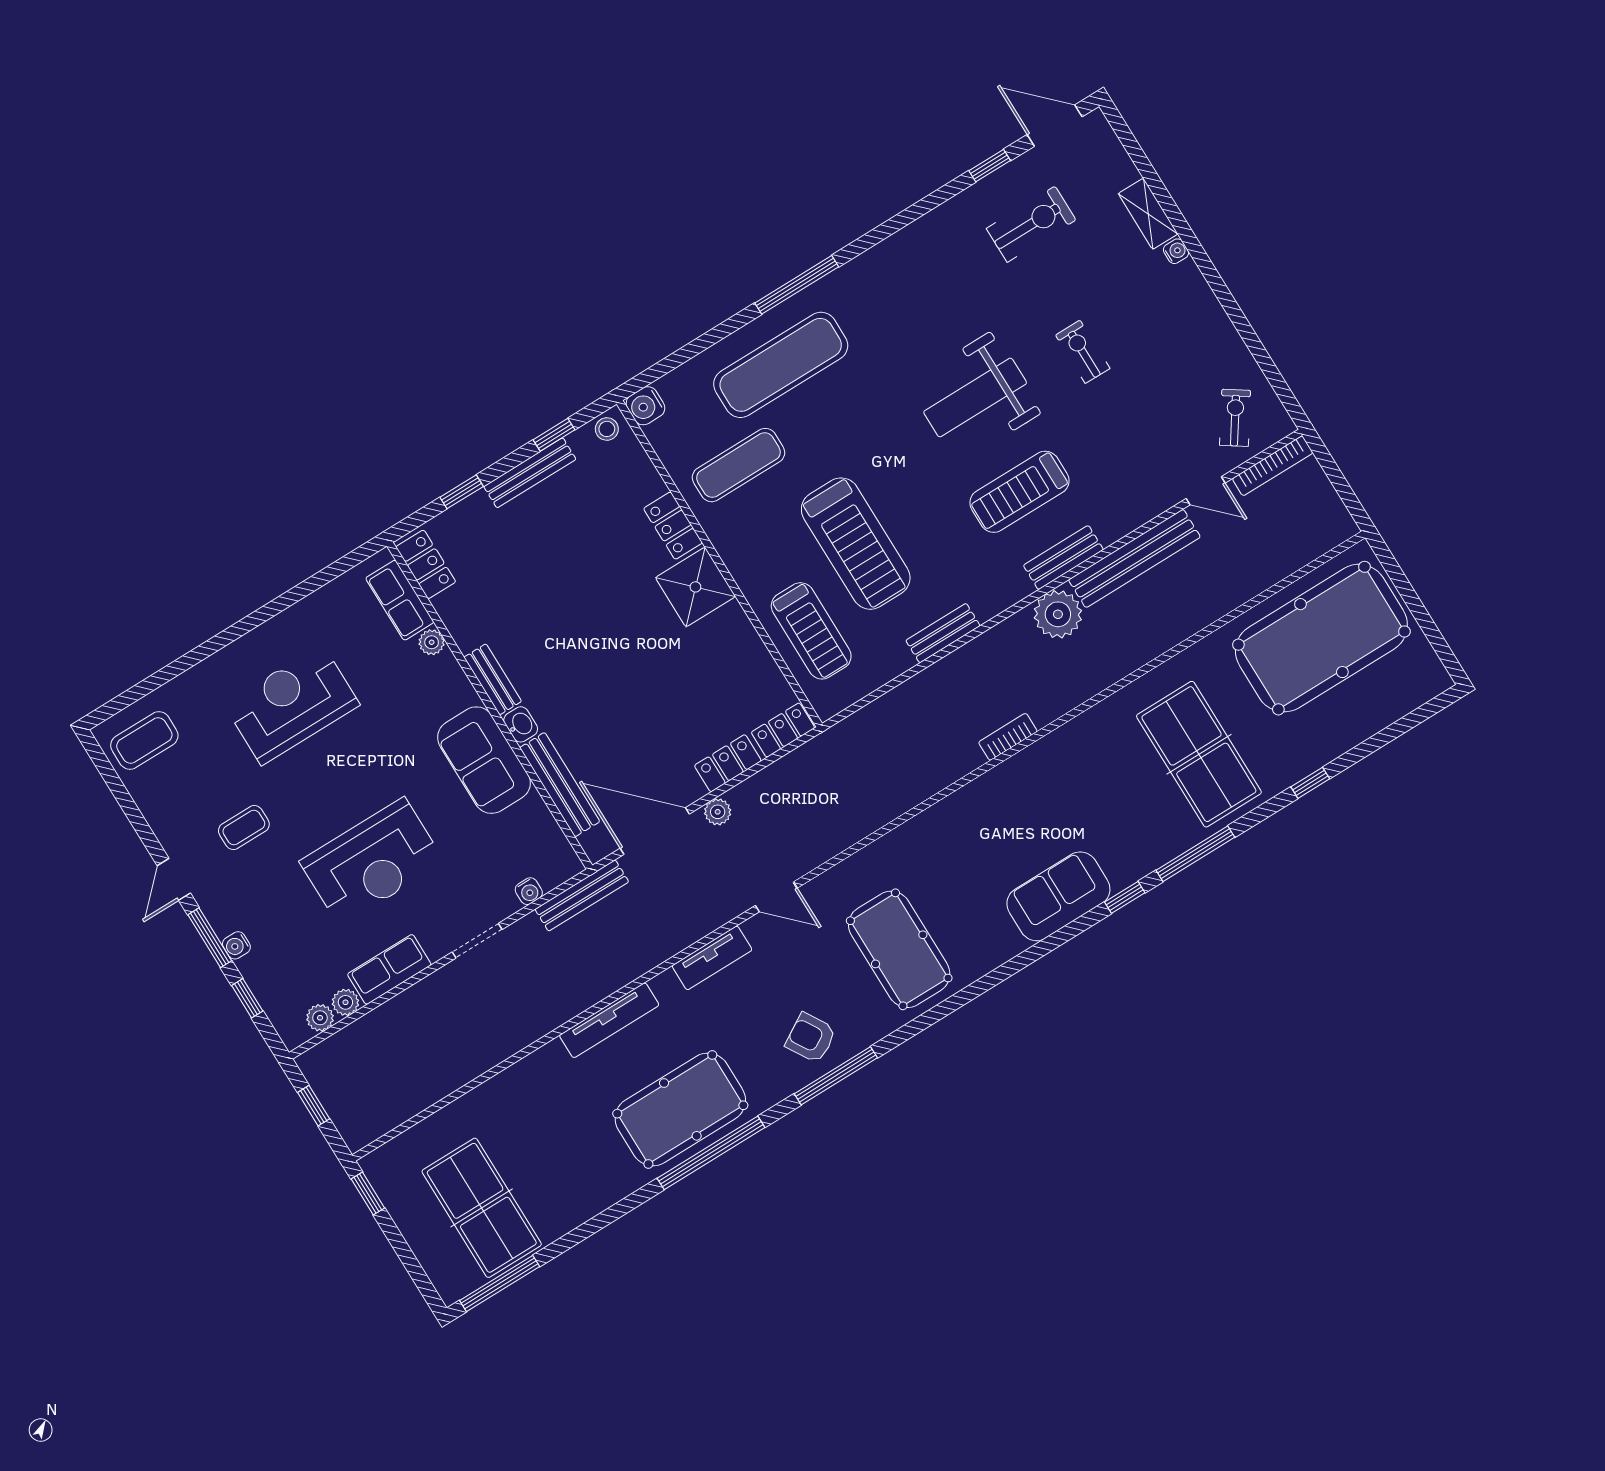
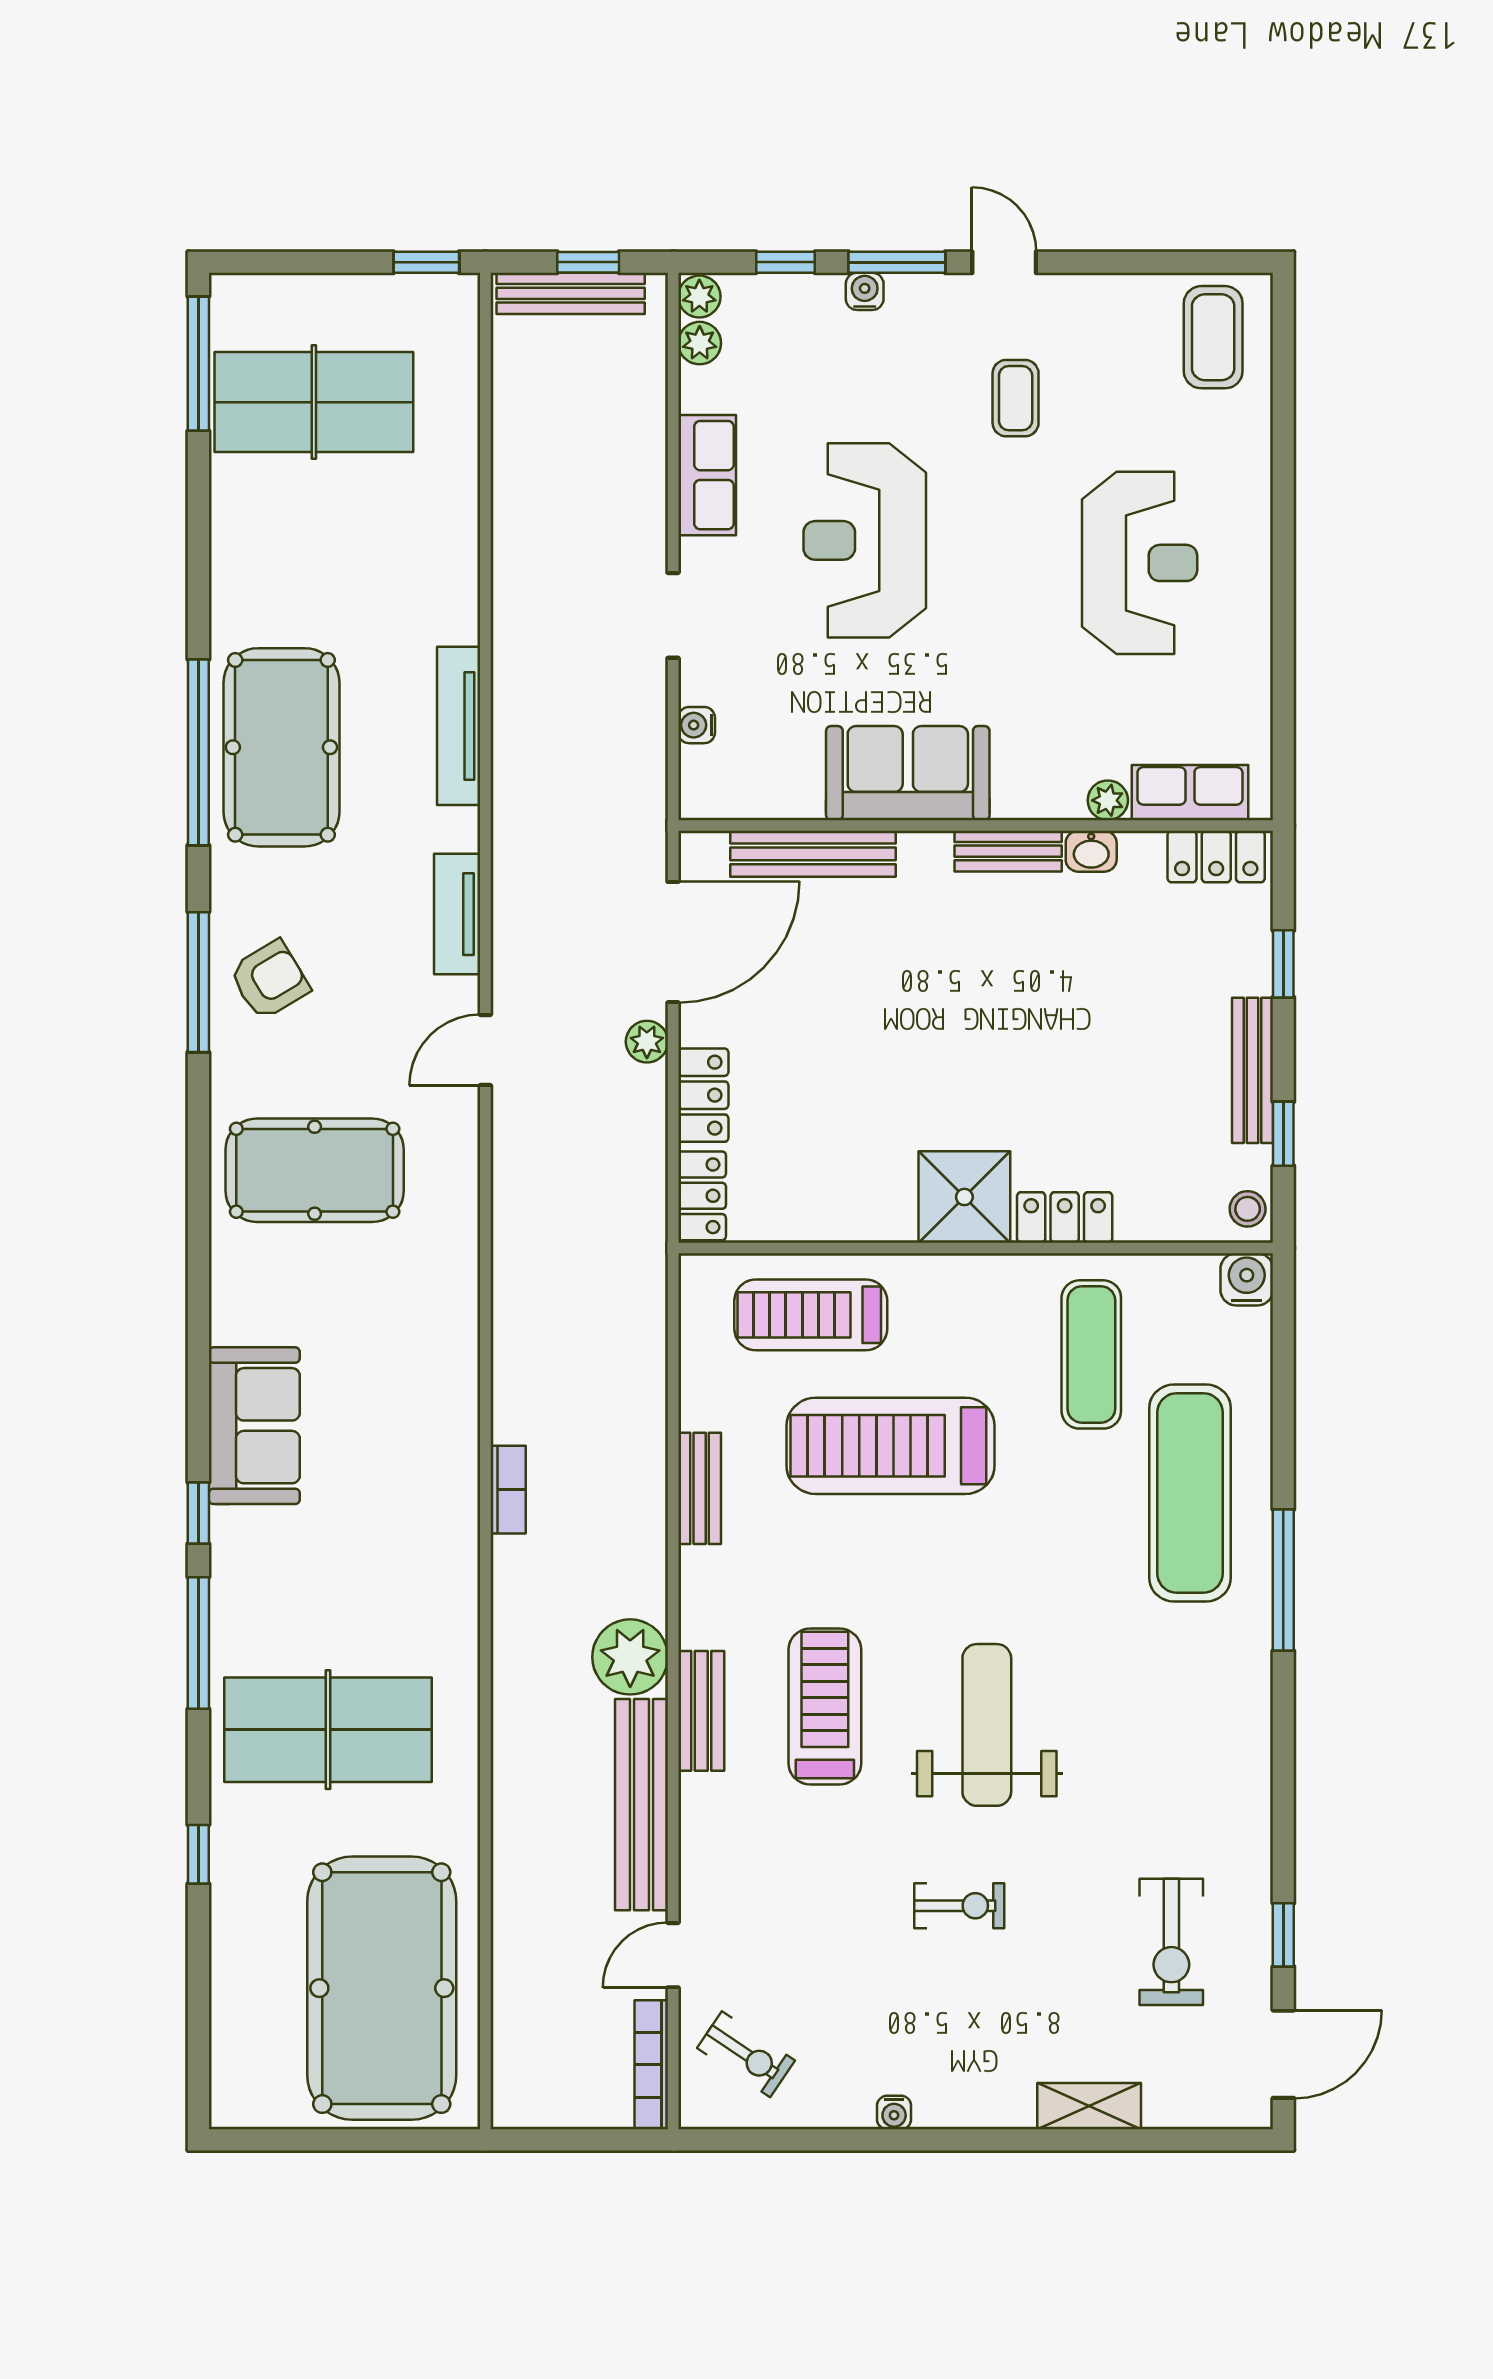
water cooler: (1176, 251) -> (894, 2113), moved
washbasin: (521, 724) -> (1091, 851), moved
bench: (582, 896) -> (571, 293), moved, turned 90
plant: (345, 1002) -> (699, 297), moved

